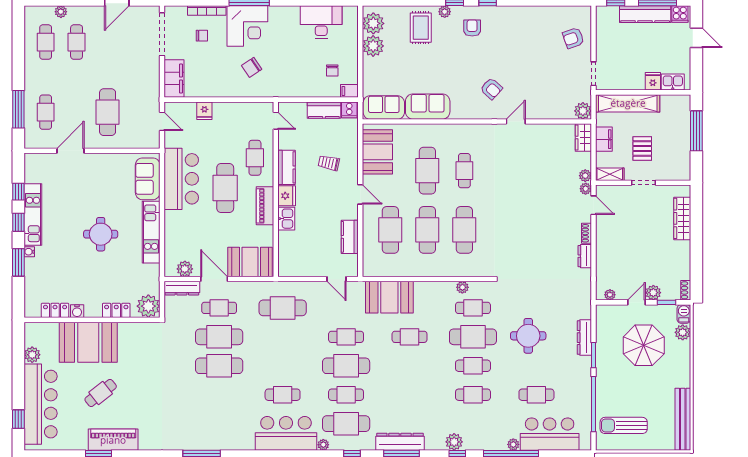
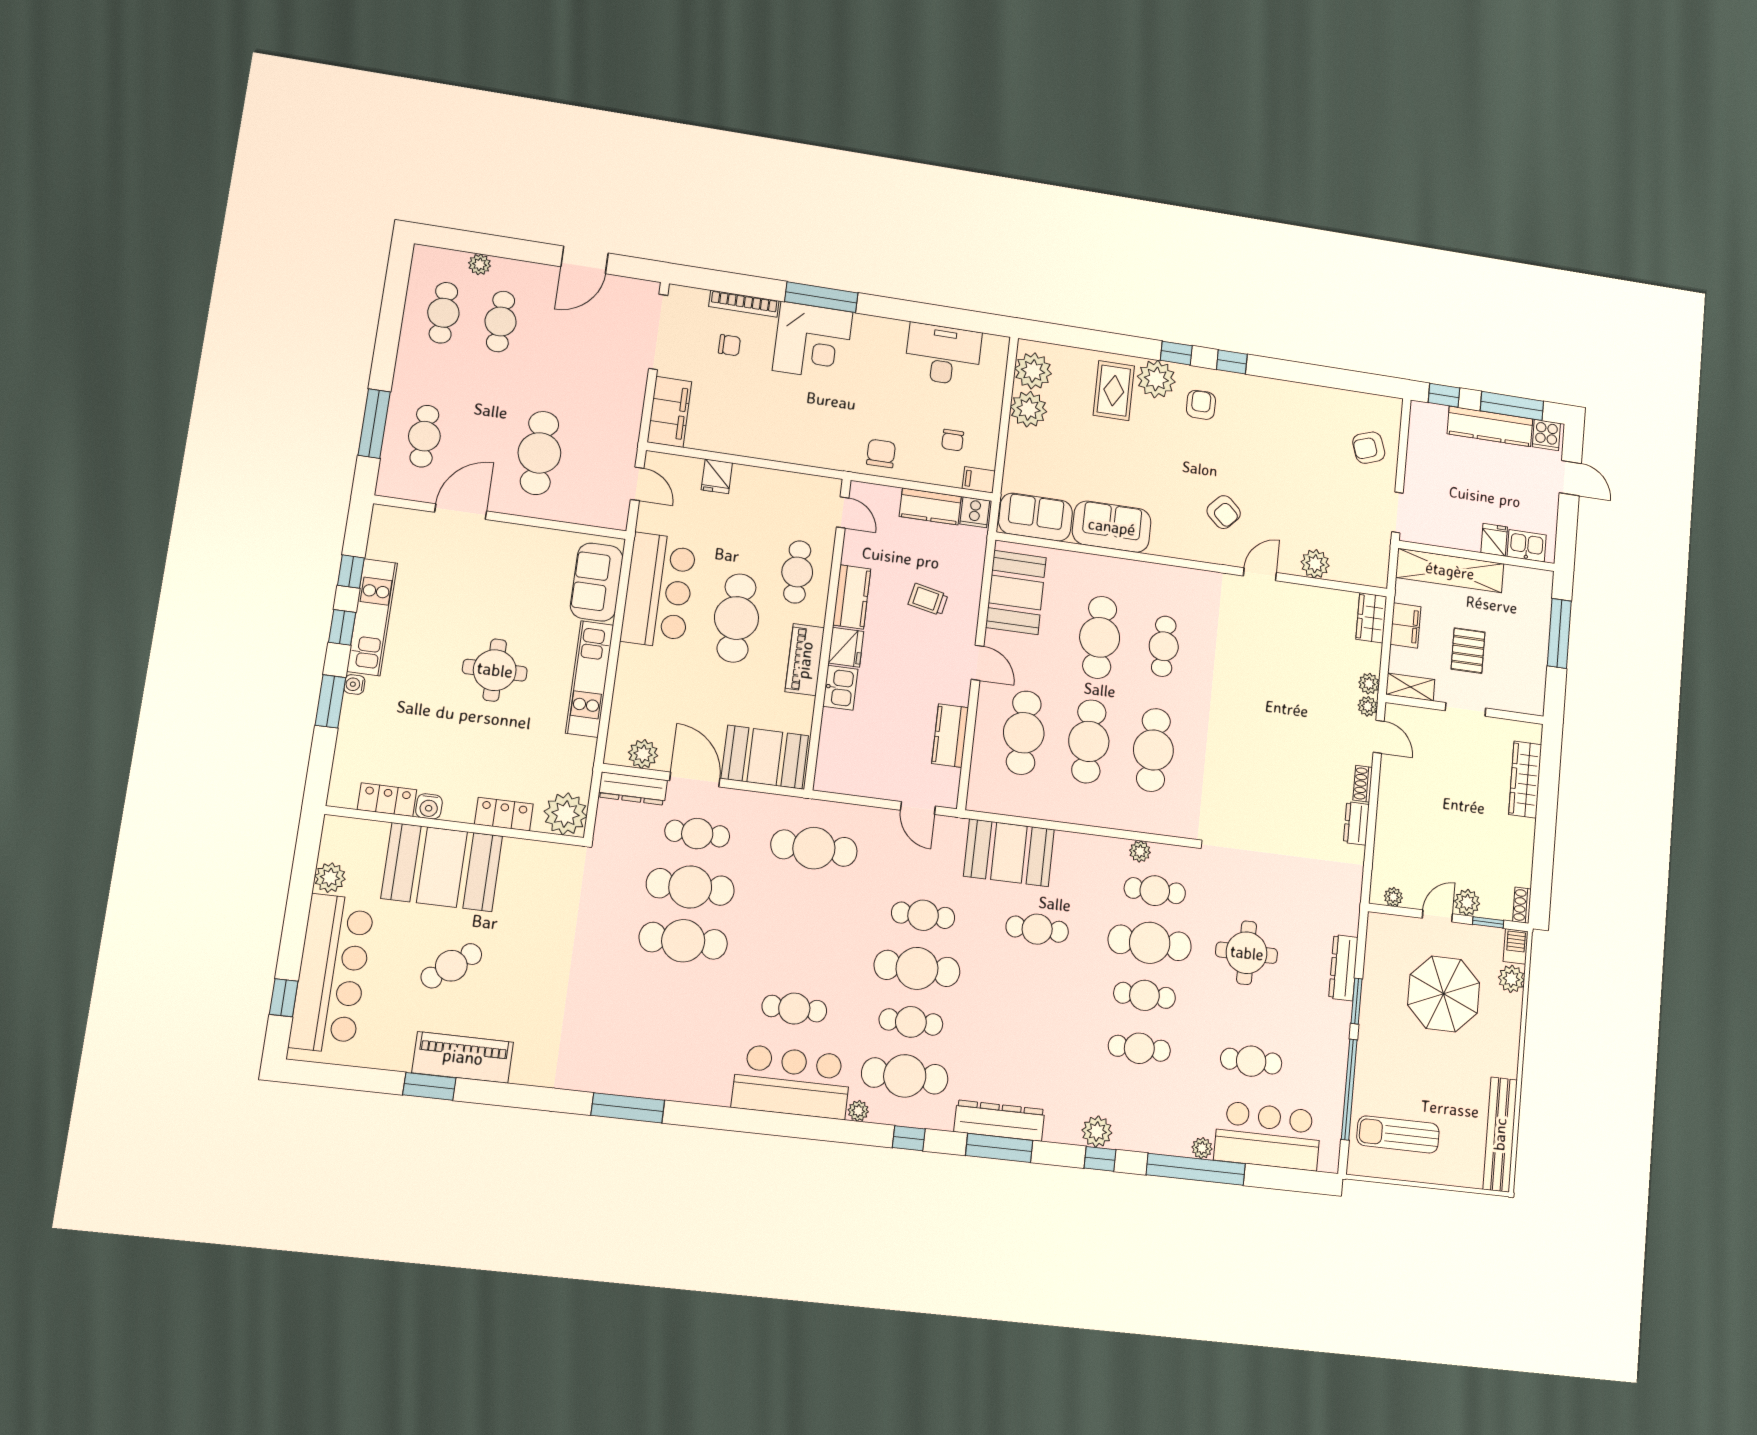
plant: (445, 12) -> (1156, 379), width x1.88, depth x1.88
chair: (252, 67) -> (881, 453), moved, turned 124
plant: (583, 111) -> (1315, 564), moved

